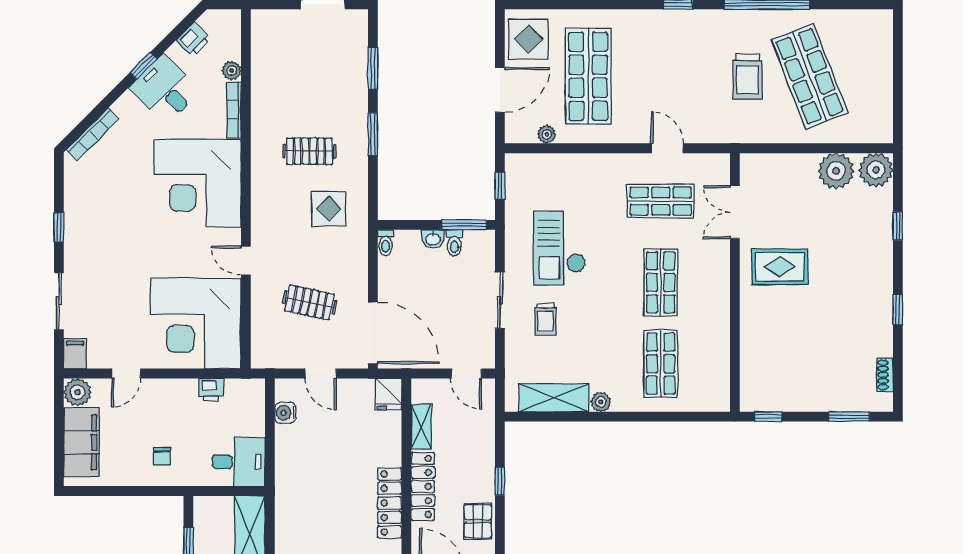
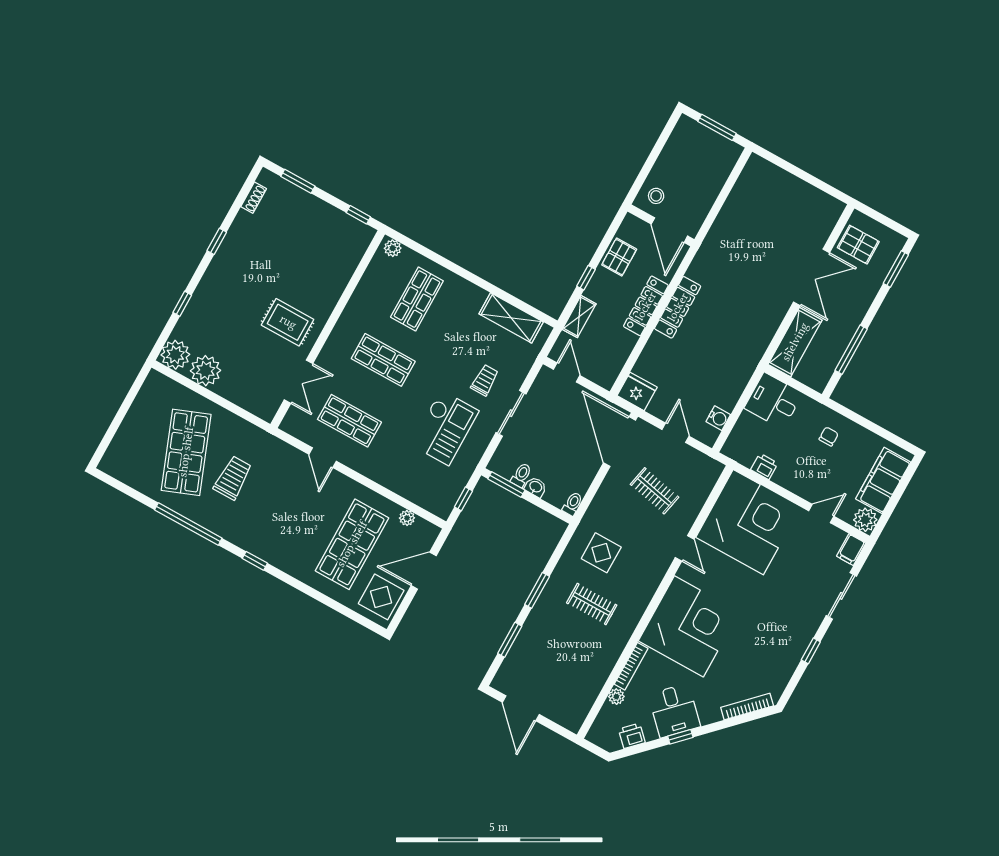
shop shelf: (661, 282) -> (383, 360), turned 90
fridge: (388, 394) -> (637, 391), width x1.38
plant: (601, 402) -> (393, 248), moved
shelving: (421, 427) -> (579, 317), moved

